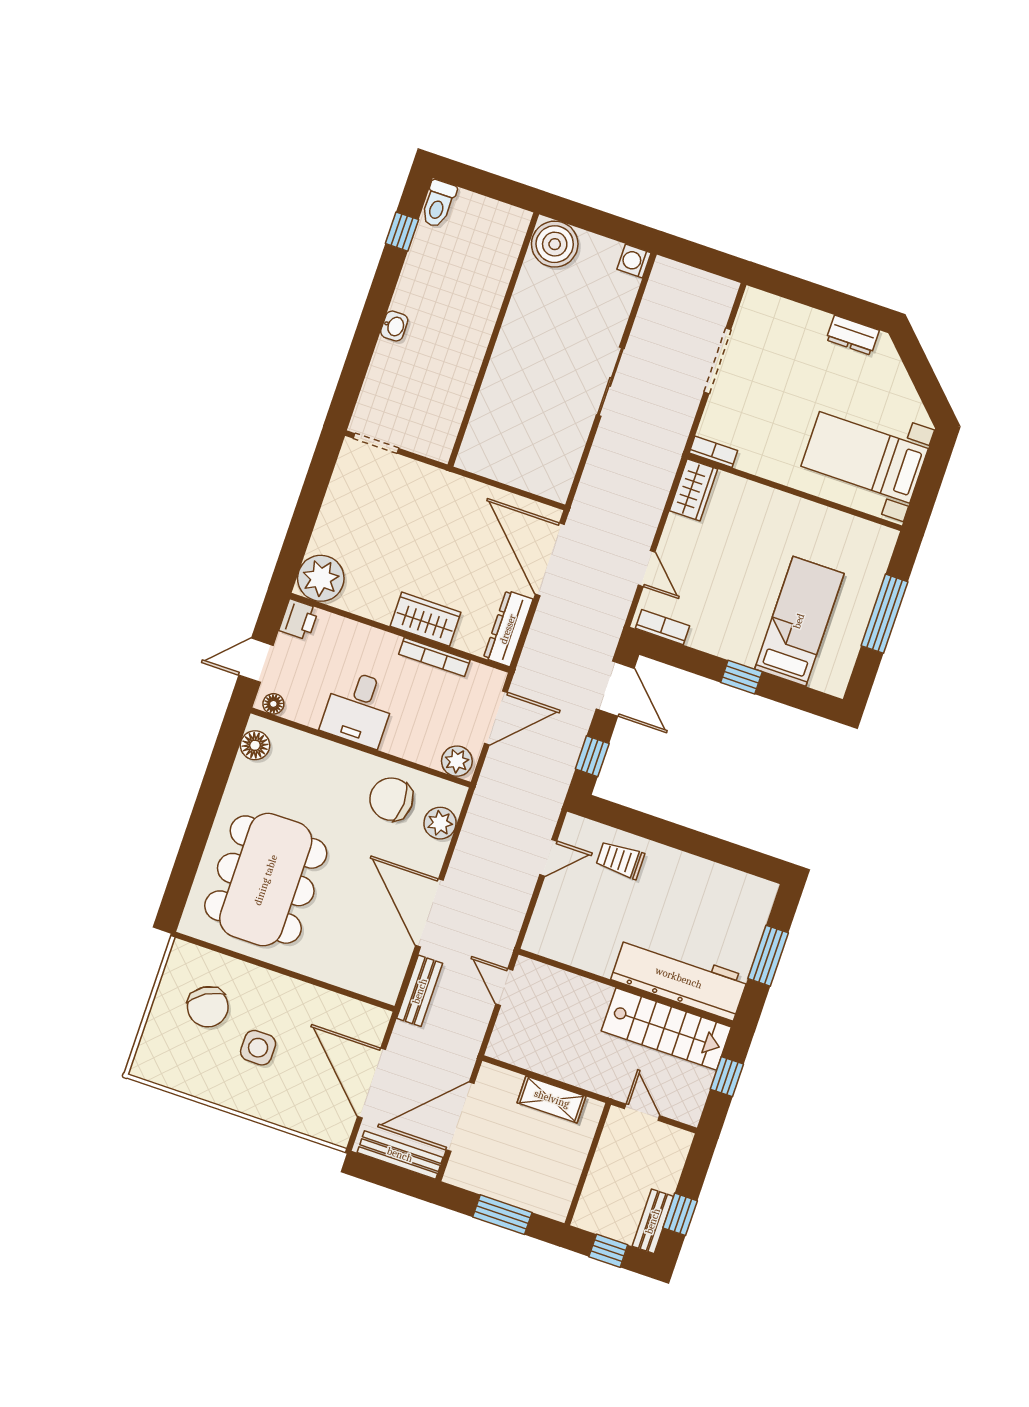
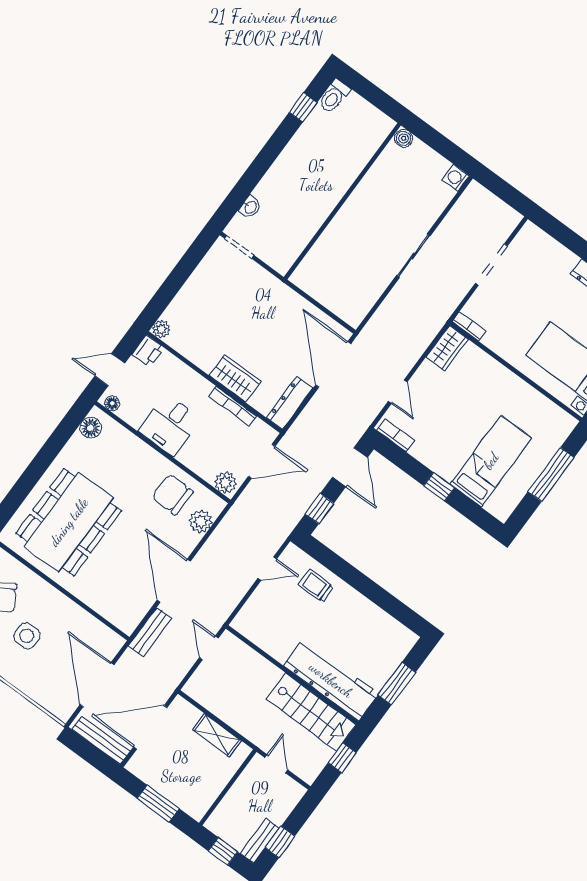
boiler: (555, 244) -> (404, 138), width x0.54, depth x0.54
washbasin: (394, 326) -> (250, 207), moved
plant: (321, 578) -> (161, 329), width x0.53, depth x0.53

